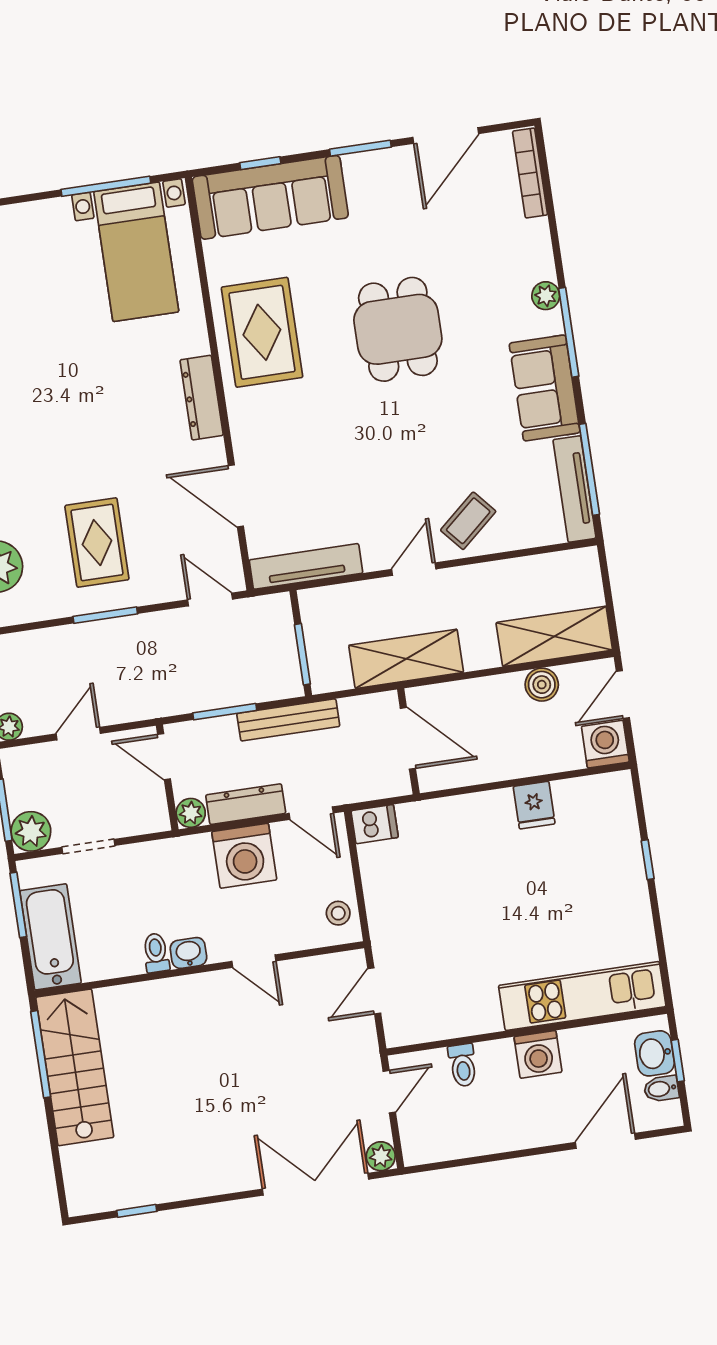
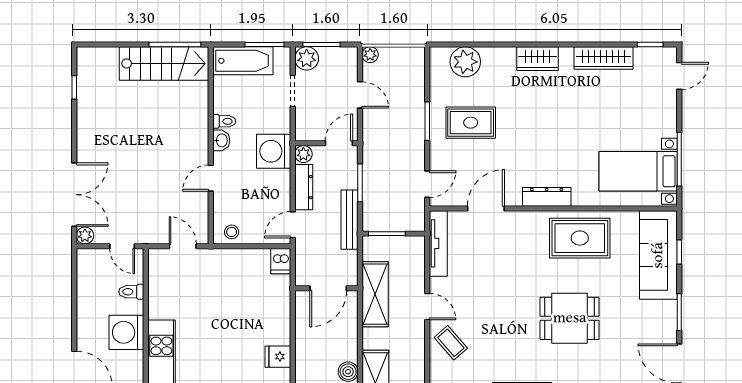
washing machine: (244, 856) -> (274, 151), moved
washing machine: (538, 1054) -> (126, 332), width x1.37, depth x1.37

